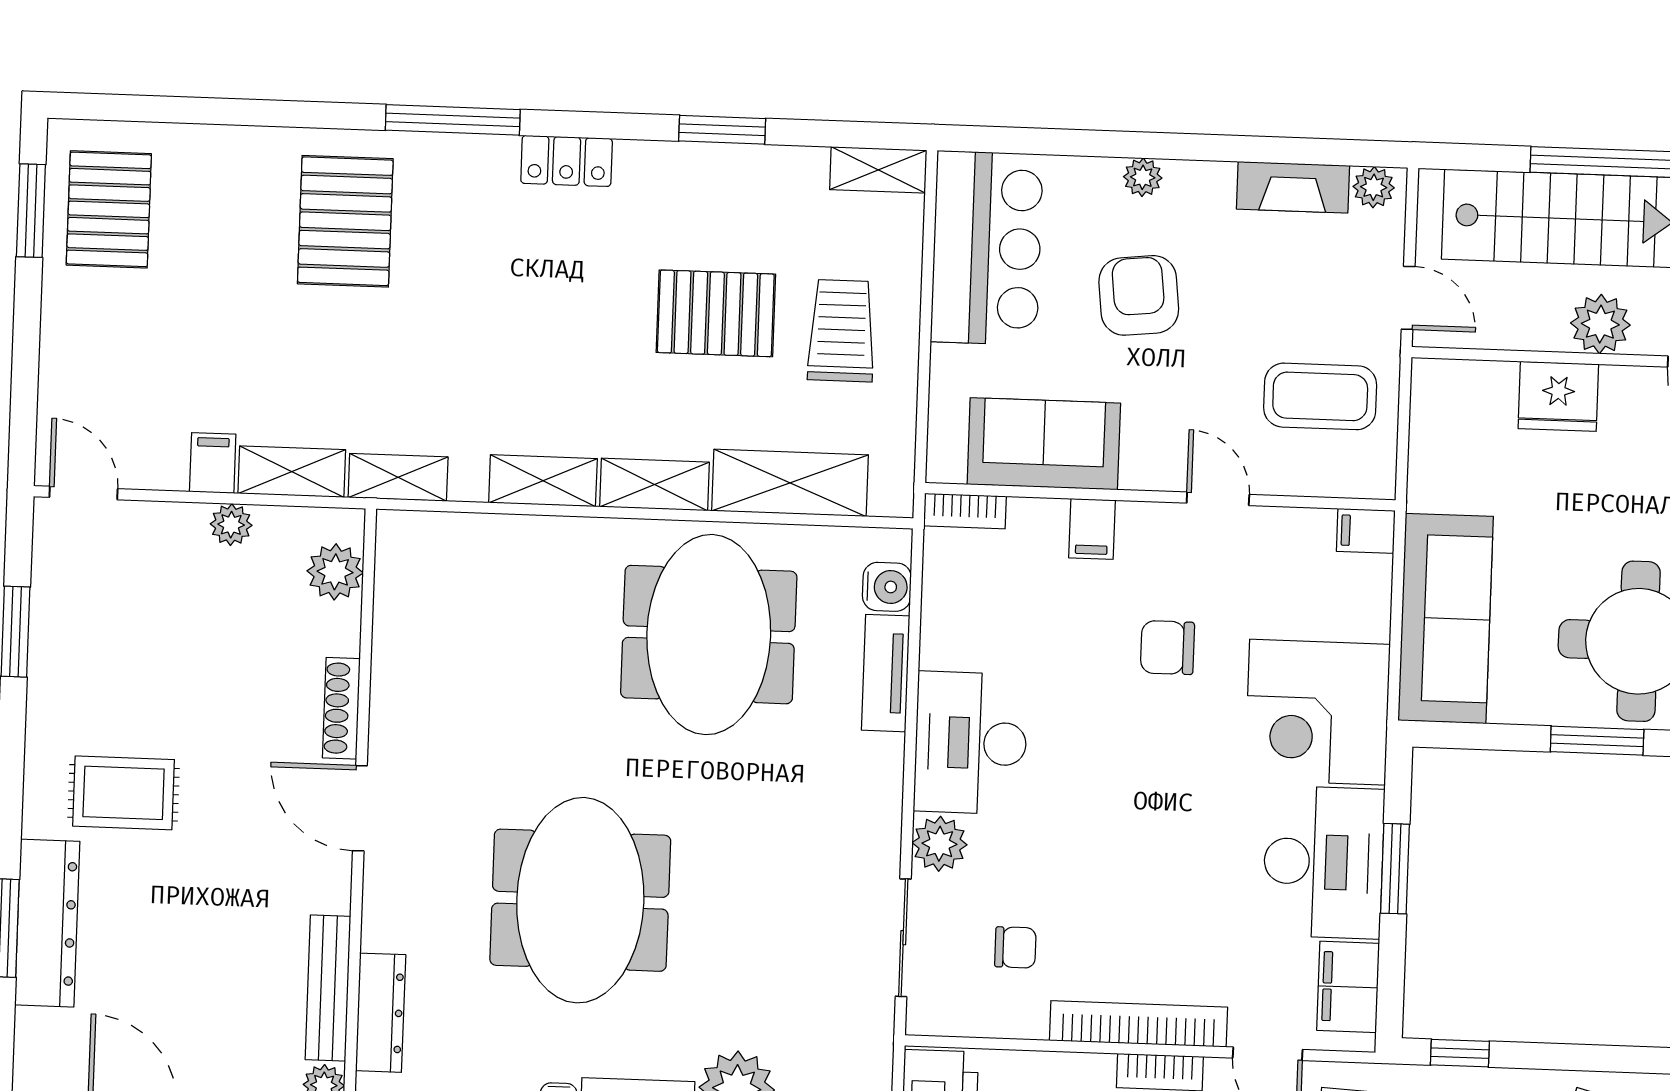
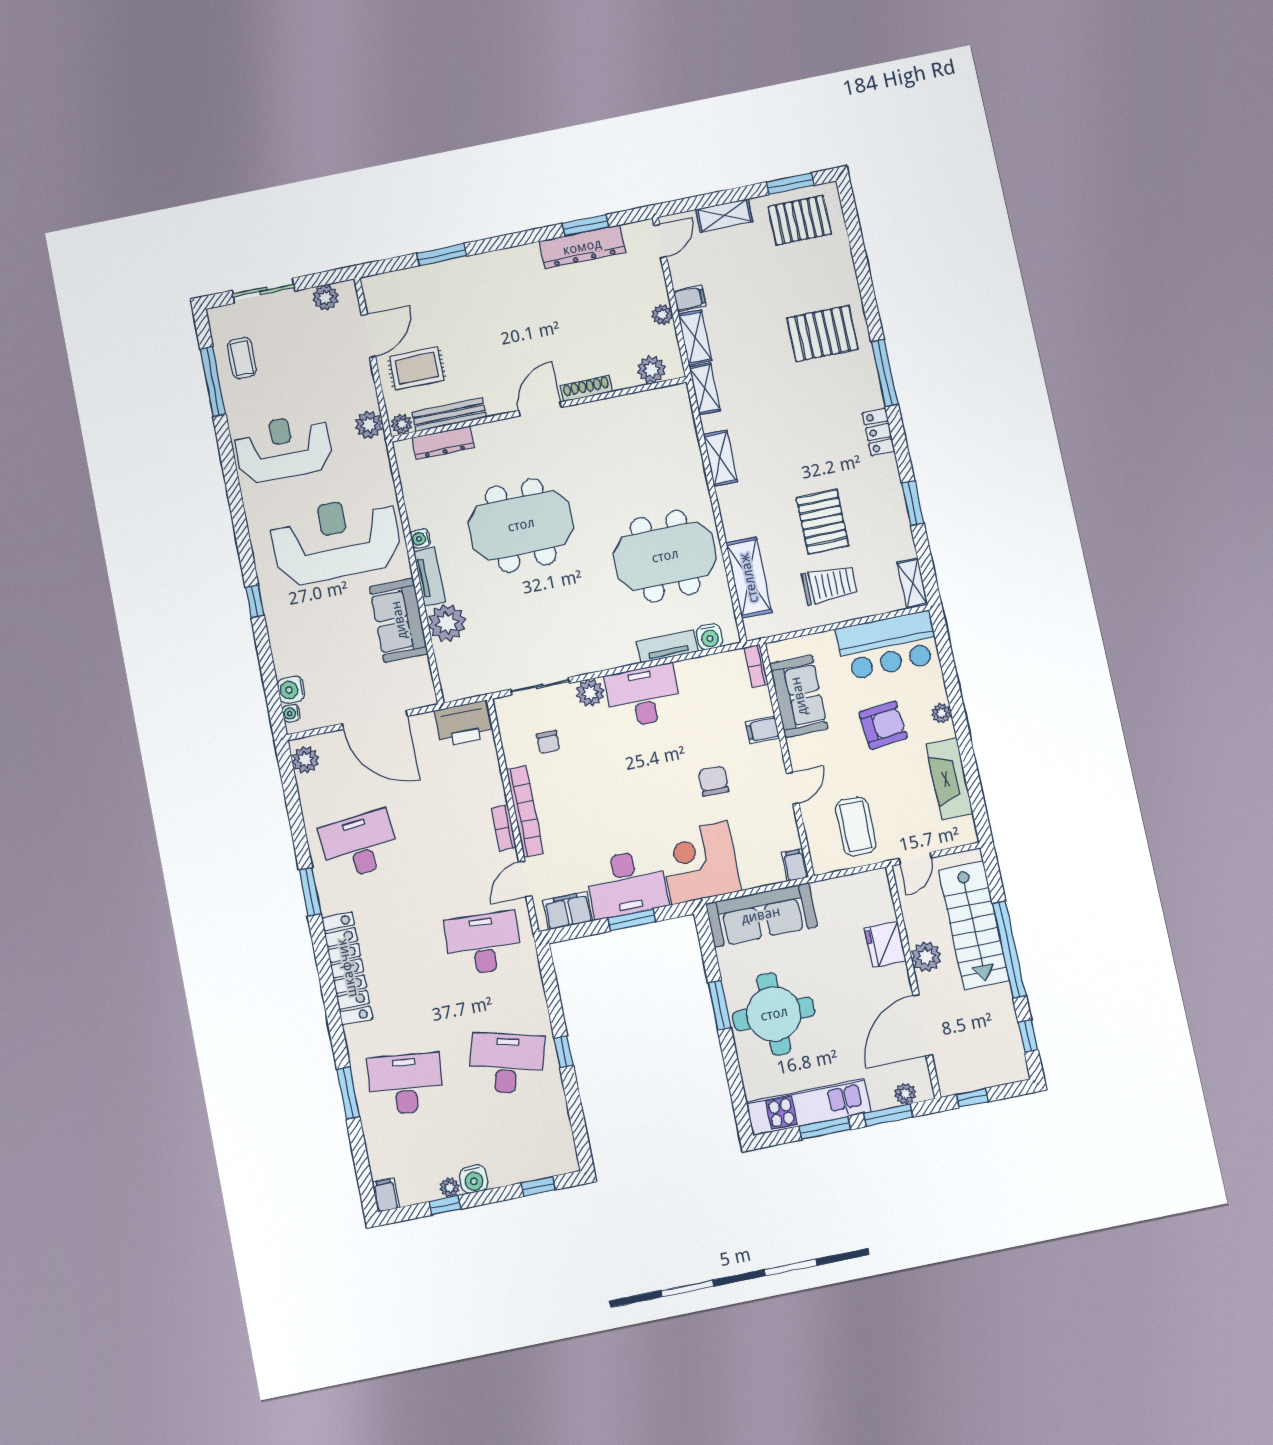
fireplace: (1293, 187) -> (949, 779), width x1.37, depth x1.32
plant: (1374, 187) -> (966, 828), removed
shelving: (654, 485) -> (724, 215), moved, turned 90
rug: (124, 793) -> (417, 368), moved, turned 90
dresser: (47, 923) -> (582, 247), moved
window: (1460, 1053) -> (564, 1052), moved

